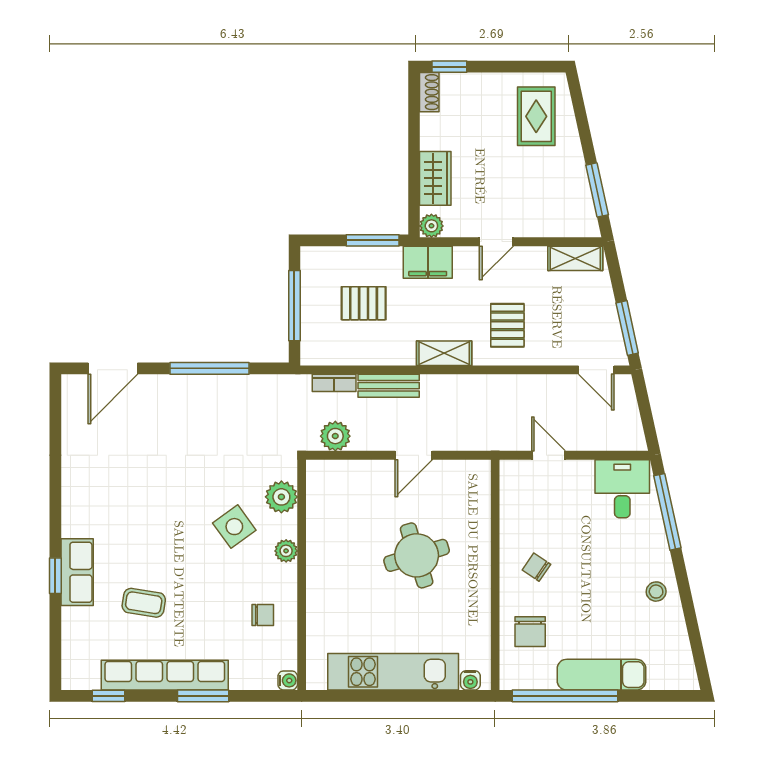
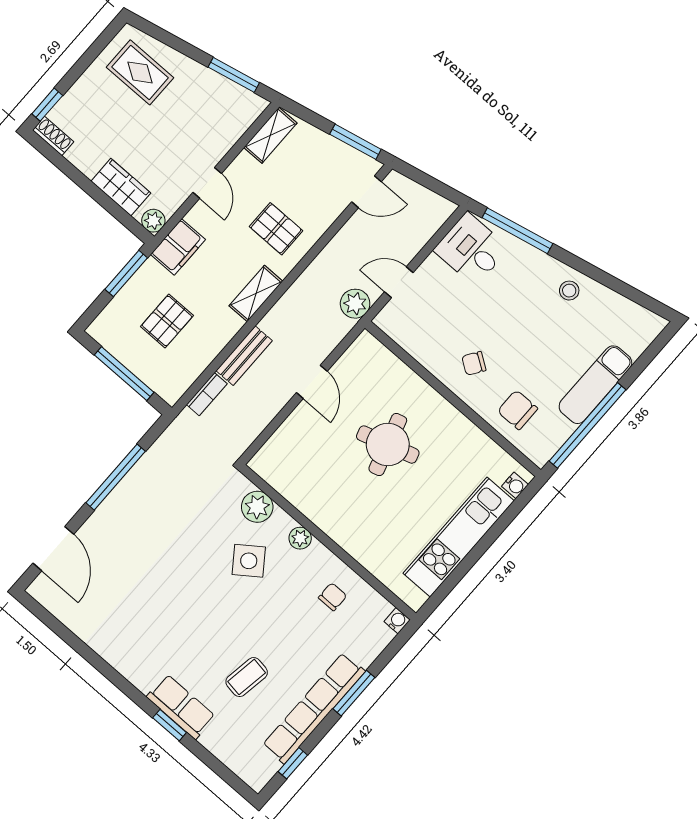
plant: (335, 436) -> (355, 304), moved
chair: (530, 632) -> (518, 410), turned 180

